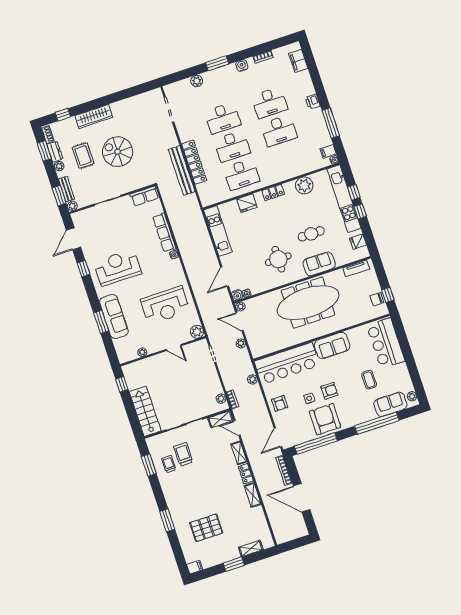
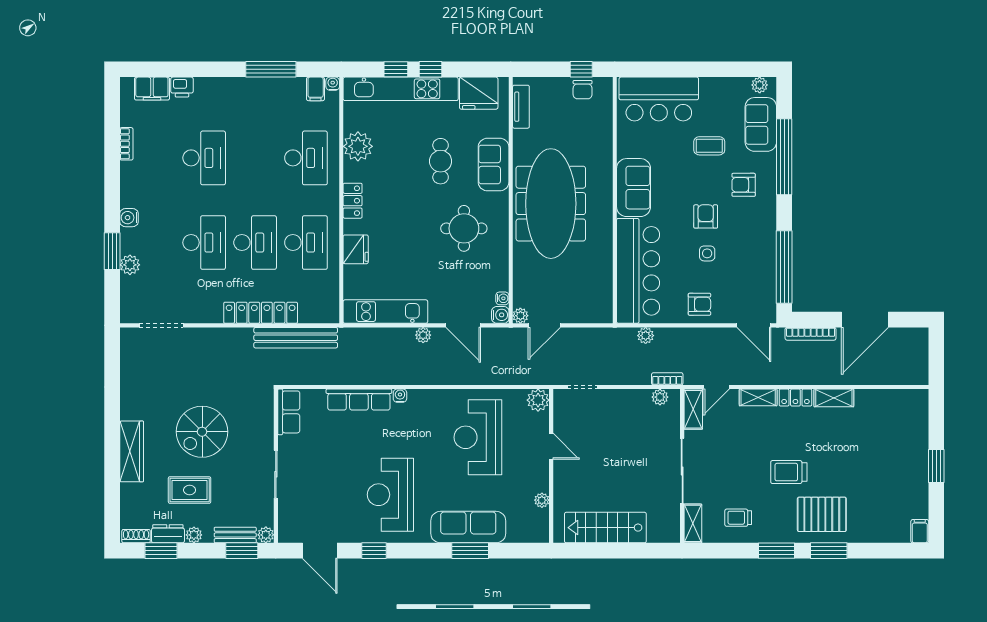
window: (217, 63) -> (112, 251), moved
water cooler: (242, 66) -> (129, 218), moved
printer: (313, 102) -> (182, 87), moved
window: (63, 115) -> (112, 501), removed
desk: (279, 131) -> (306, 158), moved
bench: (182, 171) -> (296, 338), moved
fridge: (358, 242) -> (479, 93), width x1.88, depth x1.34
reception desk: (165, 305) -> (478, 437), turned 180
plant: (241, 343) -> (423, 335), moved
door: (174, 348) -> (551, 446), hinge flipped
window: (122, 384) -> (583, 551), removed
stairs: (145, 411) -> (605, 528), moved
armchair: (325, 419) -> (744, 185), moved, width x0.53, depth x0.53
trolley: (183, 454) -> (789, 472), moved
window: (149, 465) -> (777, 551), moved
pallet: (206, 528) -> (822, 514), moved, turned 90
shelving: (251, 548) -> (693, 523), moved

